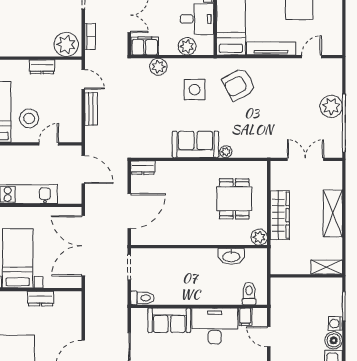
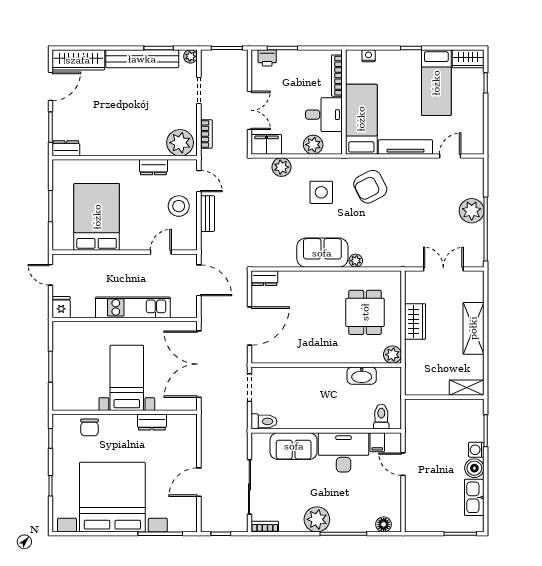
stool: (29, 118) -> (179, 206), moved
wardrobe: (280, 215) -> (415, 321), width x0.67

